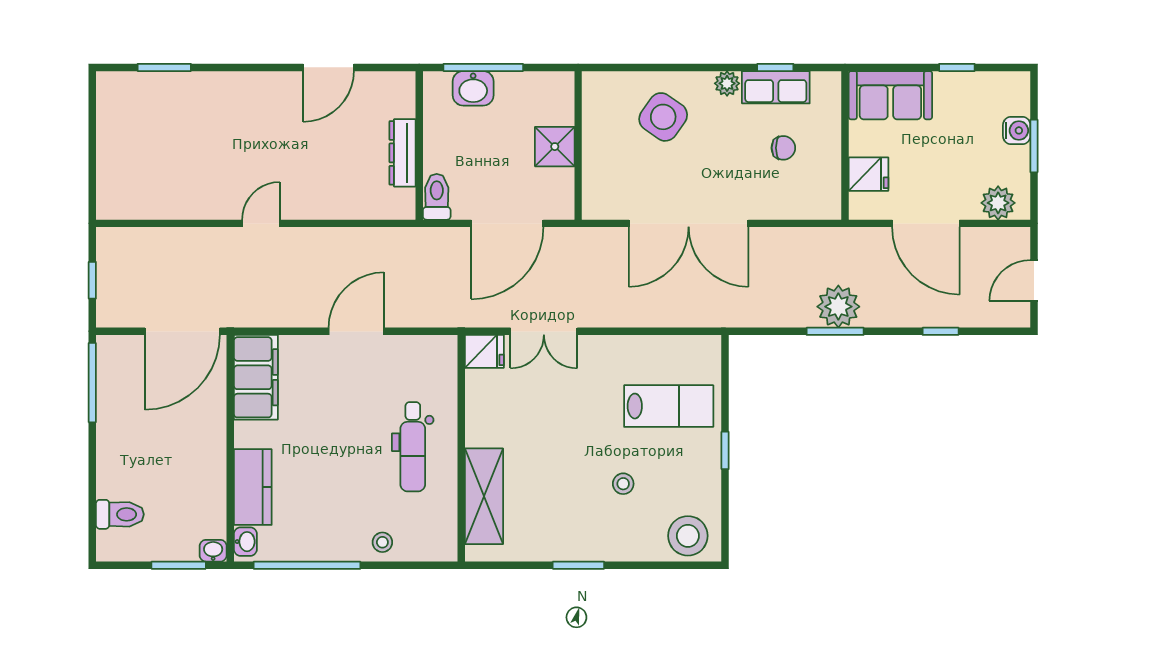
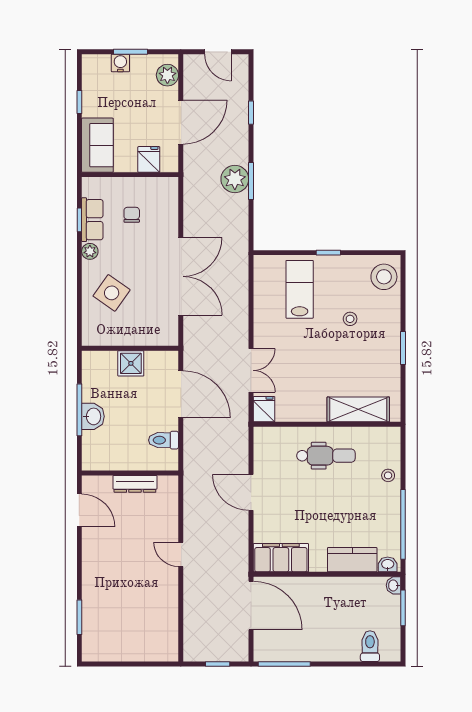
wall: (419, 145) -> (130, 473), moved
dresser: (402, 153) -> (135, 484), moved

